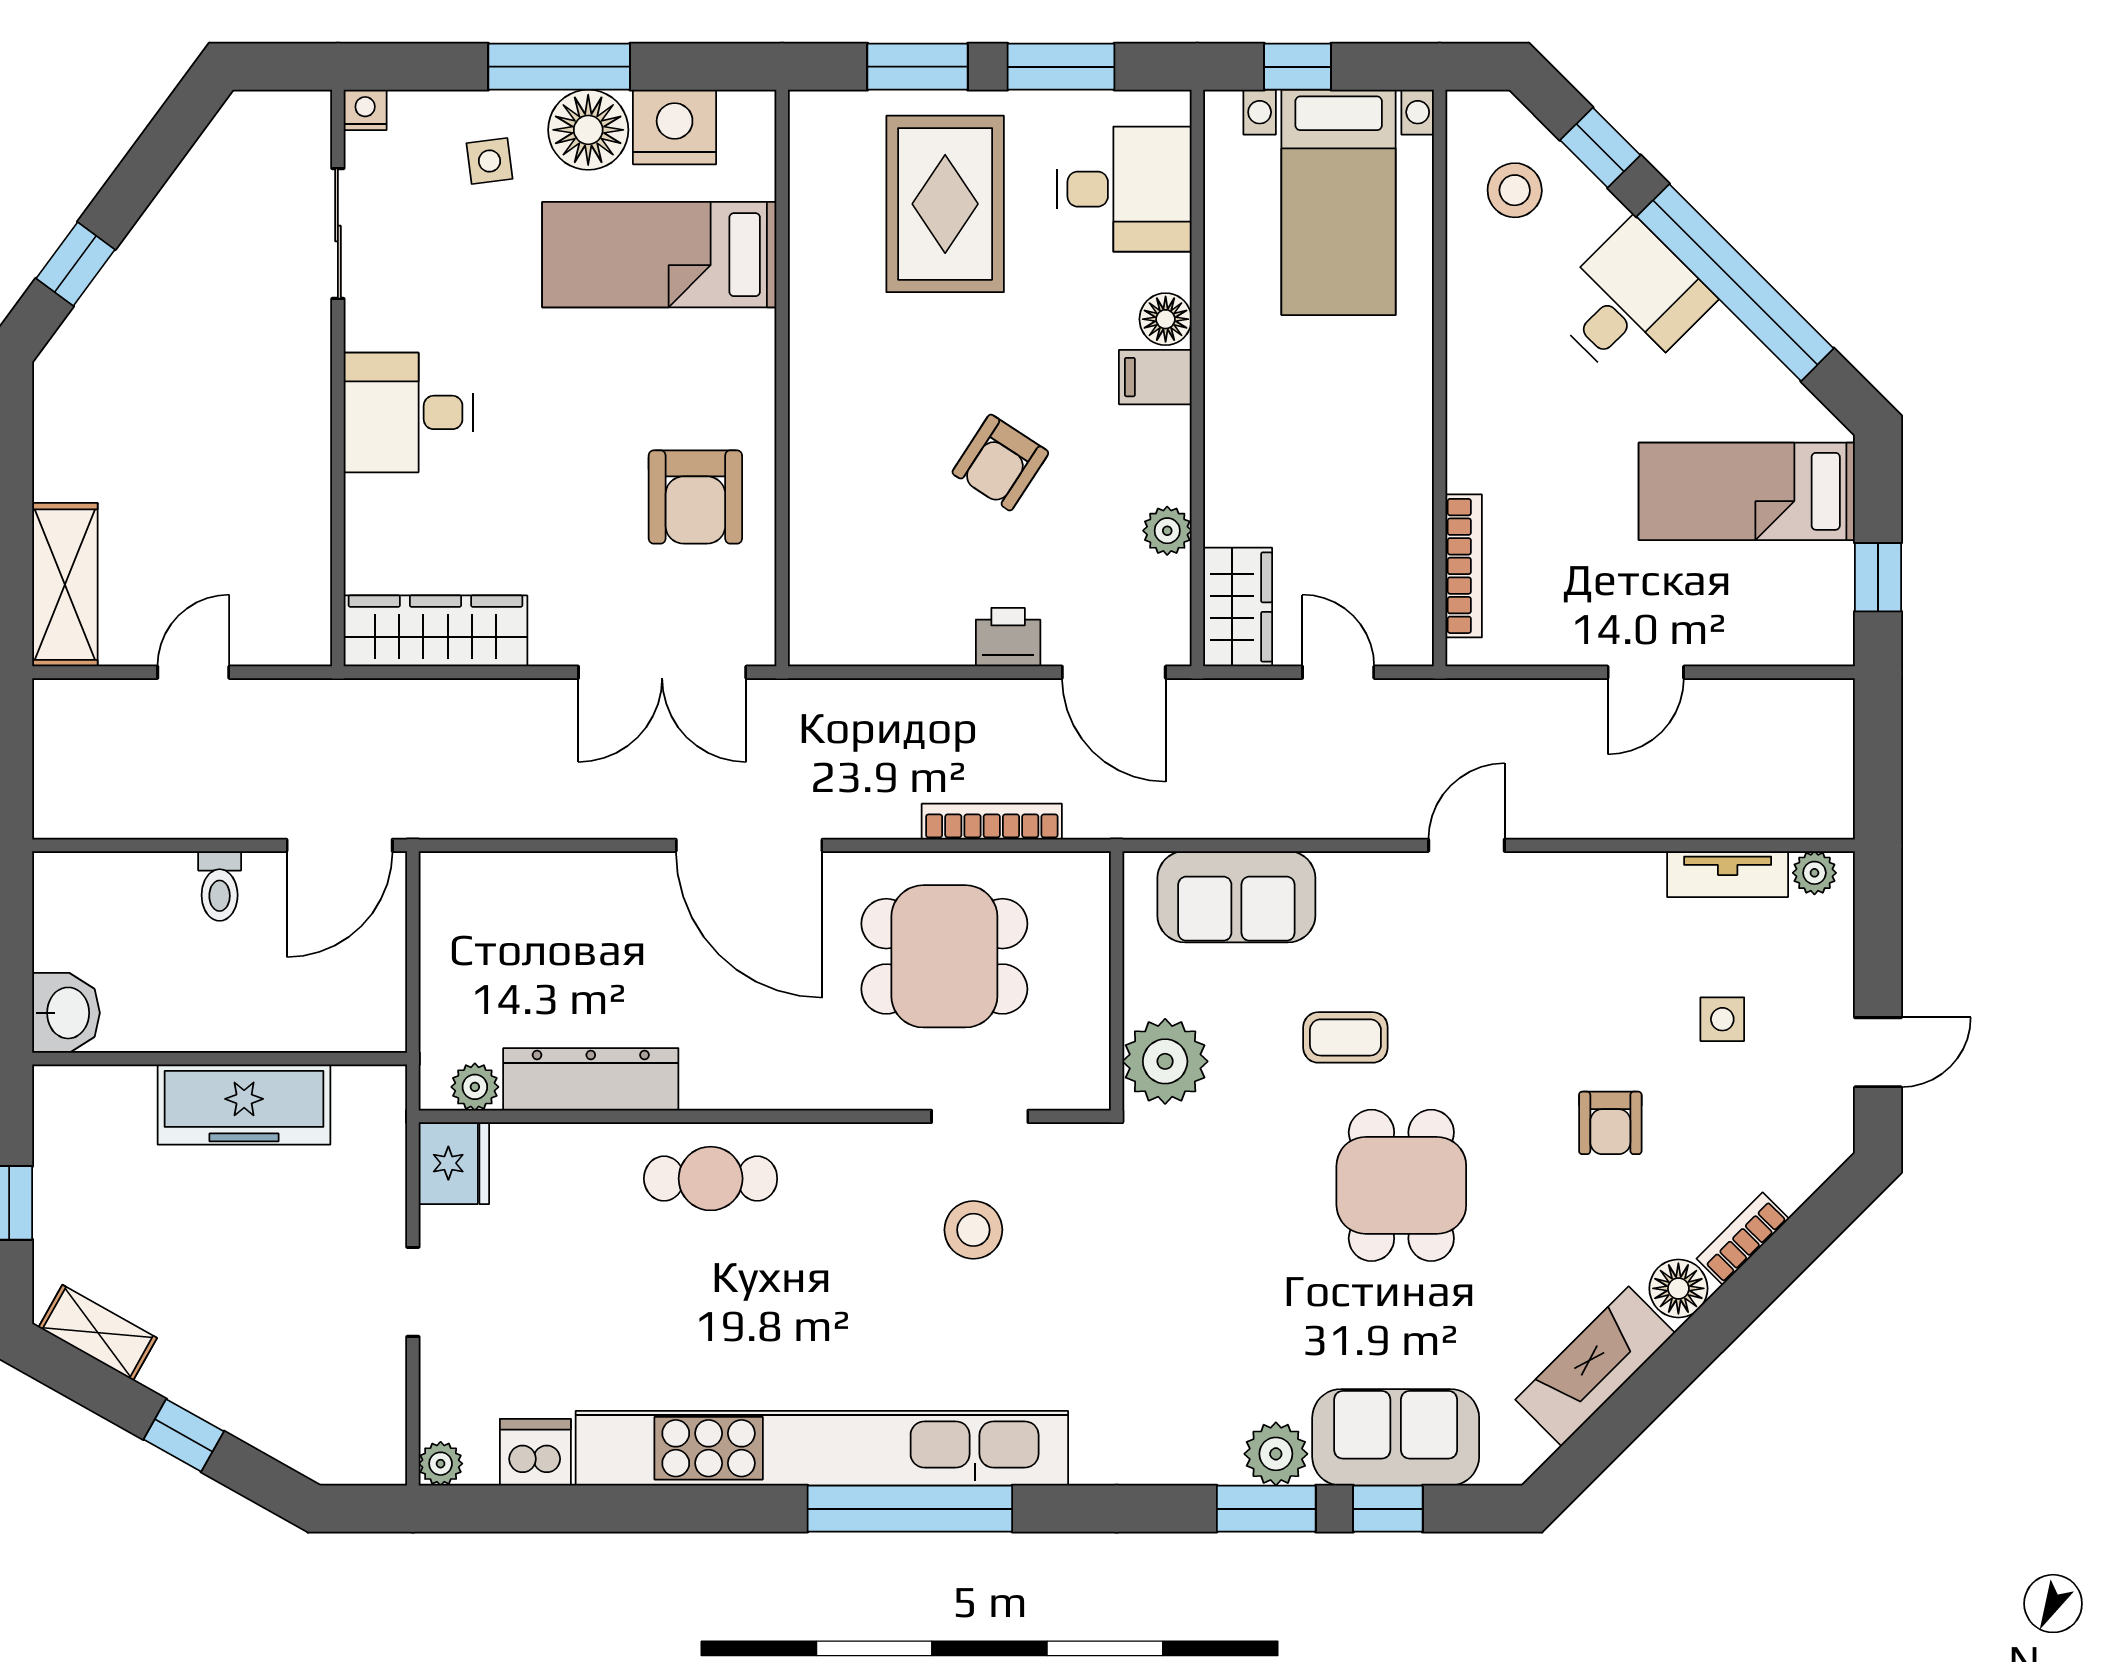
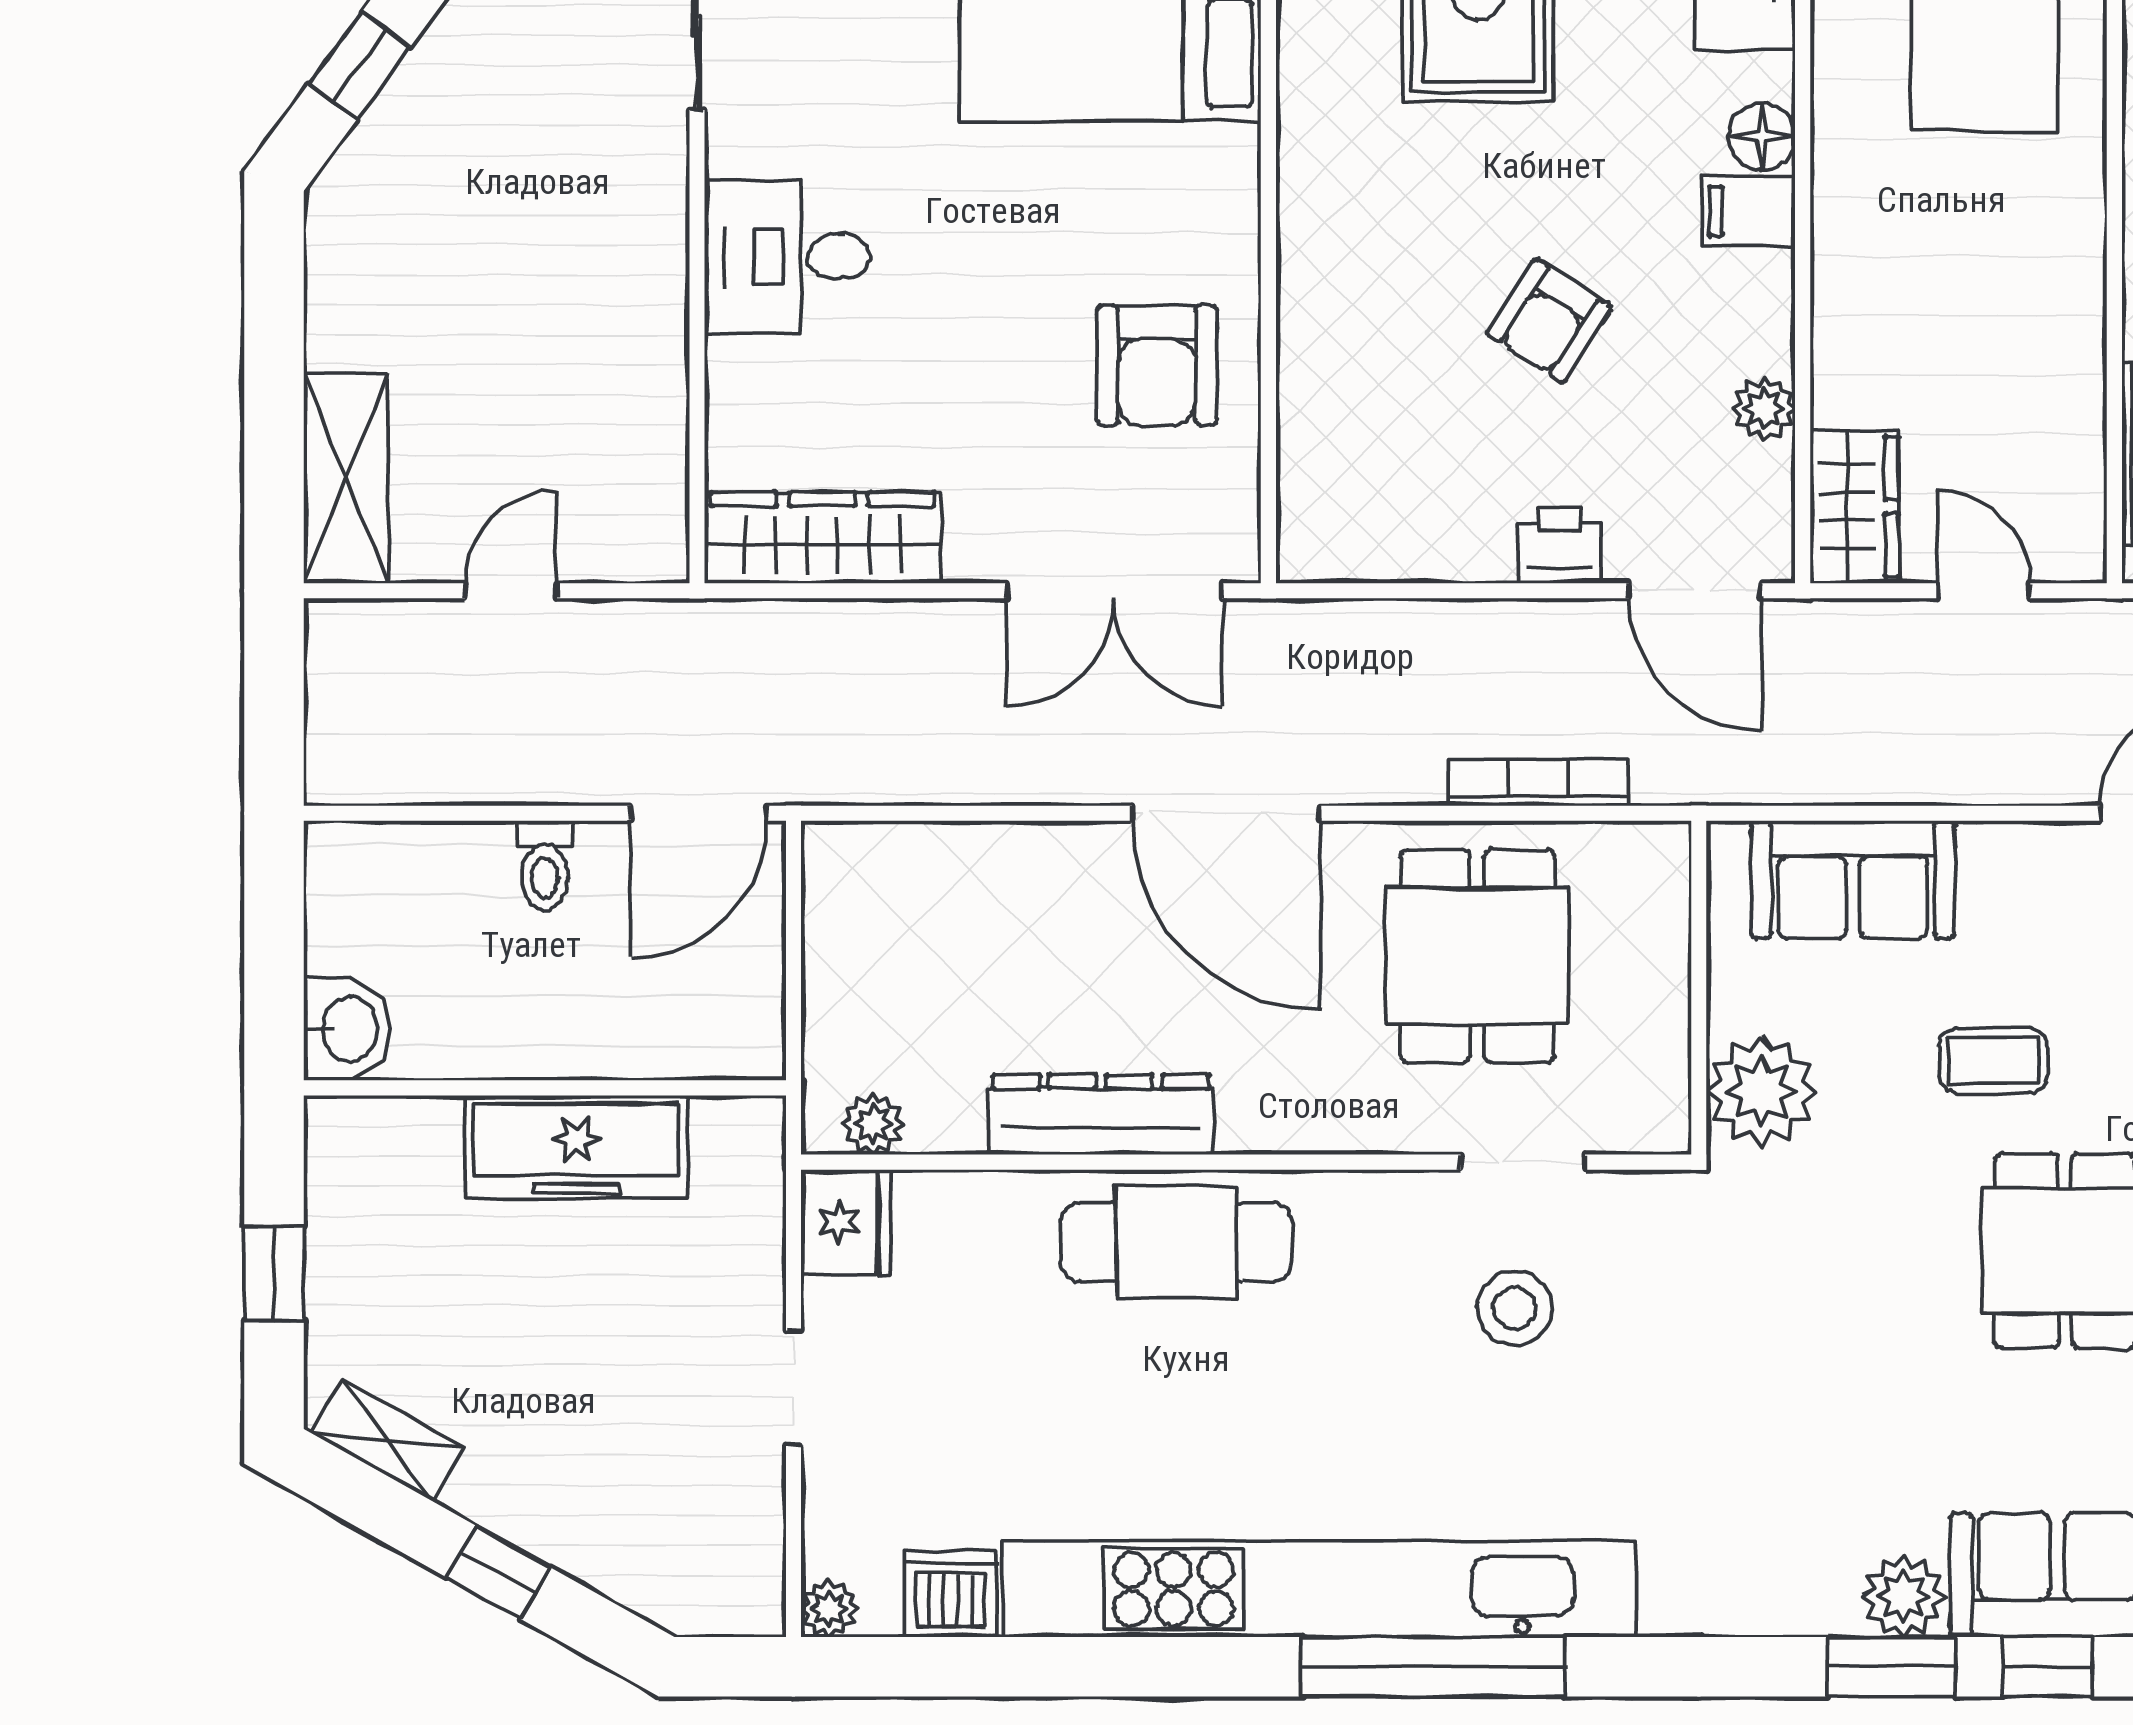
dining table: (944, 956) -> (1477, 956), turned 90
dresser: (591, 1079) -> (1101, 1114), moved
cafe table: (711, 1179) -> (1176, 1242), width x1.37, depth x1.35

